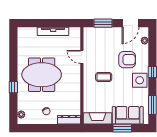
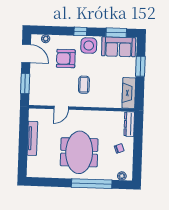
armchair: (127, 60) -> (66, 59), turned -90
window: (13, 87) -> (92, 184), width x3.17
sofa: (128, 115) -> (119, 47), moved, turned -90

